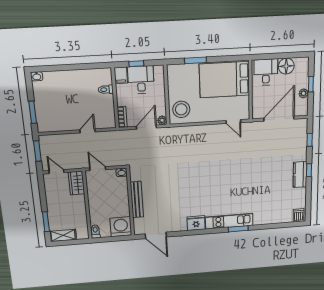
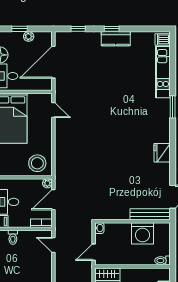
door: (279, 119) -> (53, 62), hinge flipped
door: (233, 122) -> (53, 110), hinge flipped
door: (146, 127) -> (53, 200), hinge flipped
door: (87, 131) -> (53, 245), moved
bench: (137, 200) -> (150, 214), moved
kitchen unit: (229, 221) -> (163, 72), moved
washing machine: (121, 227) -> (143, 233), moved, turned -90

